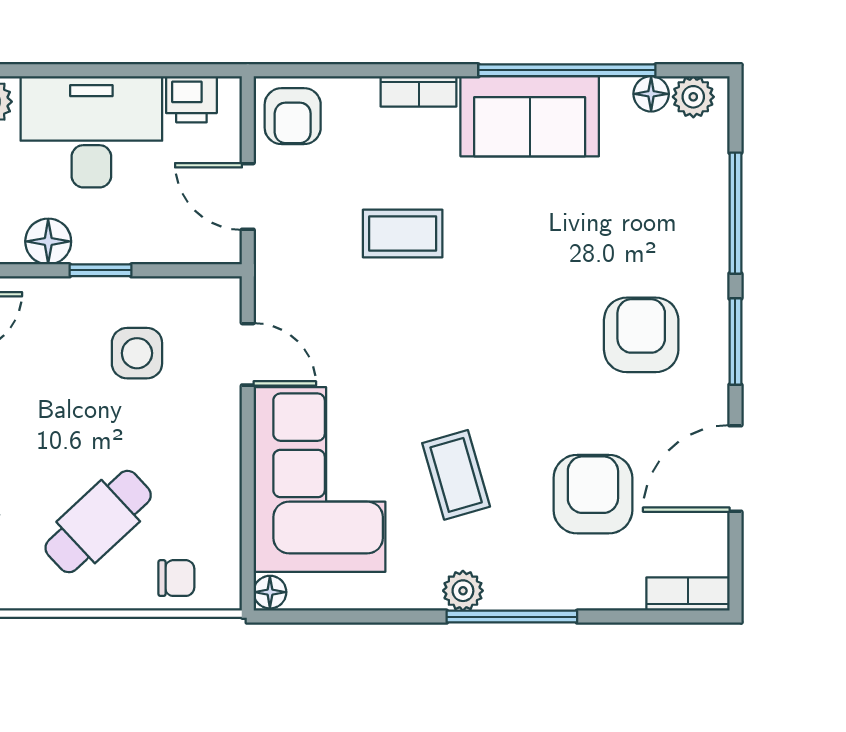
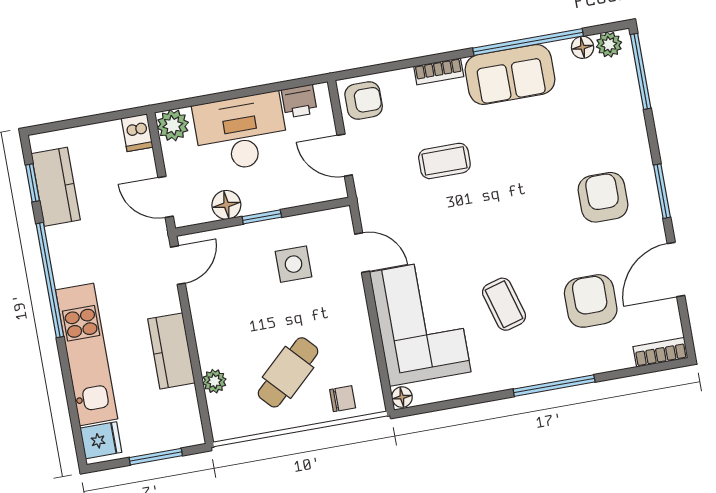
armchair: (293, 116) -> (364, 101), turned -90
window: (735, 213) -> (641, 71), moved
plant: (463, 591) -> (521, 375), removed

